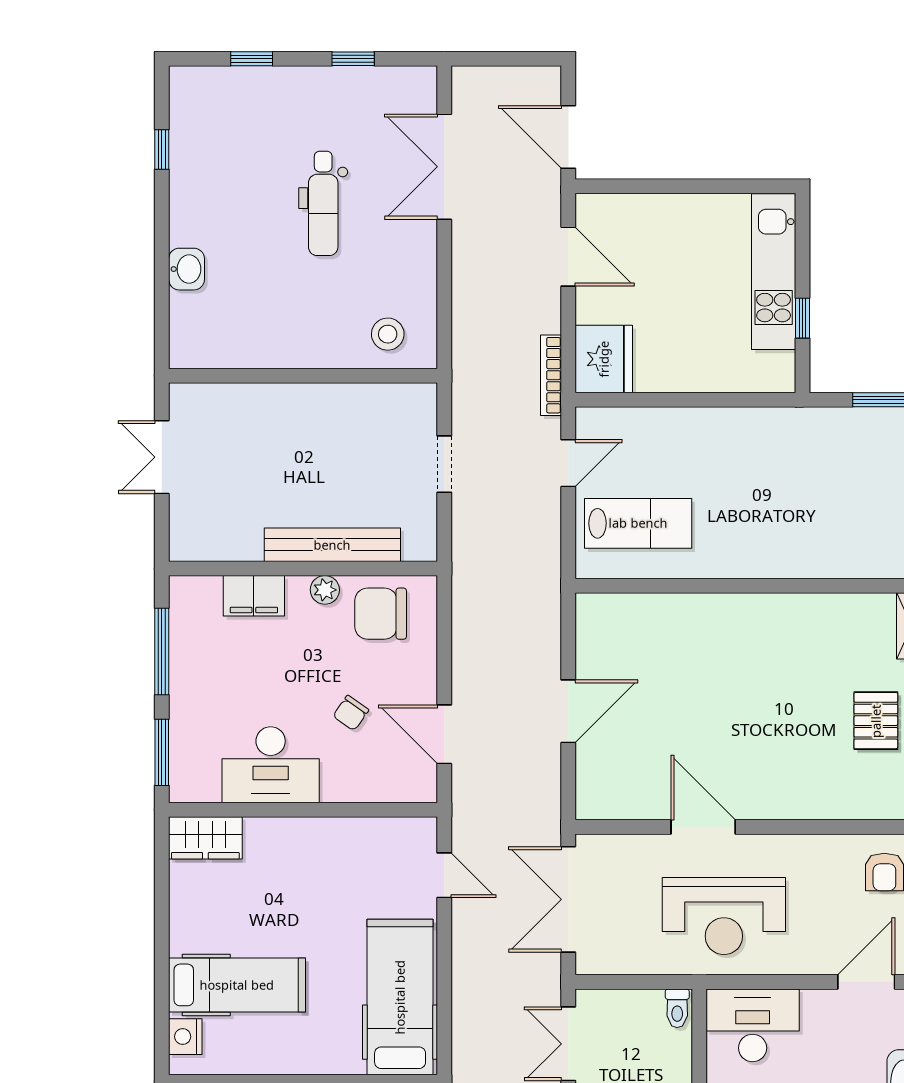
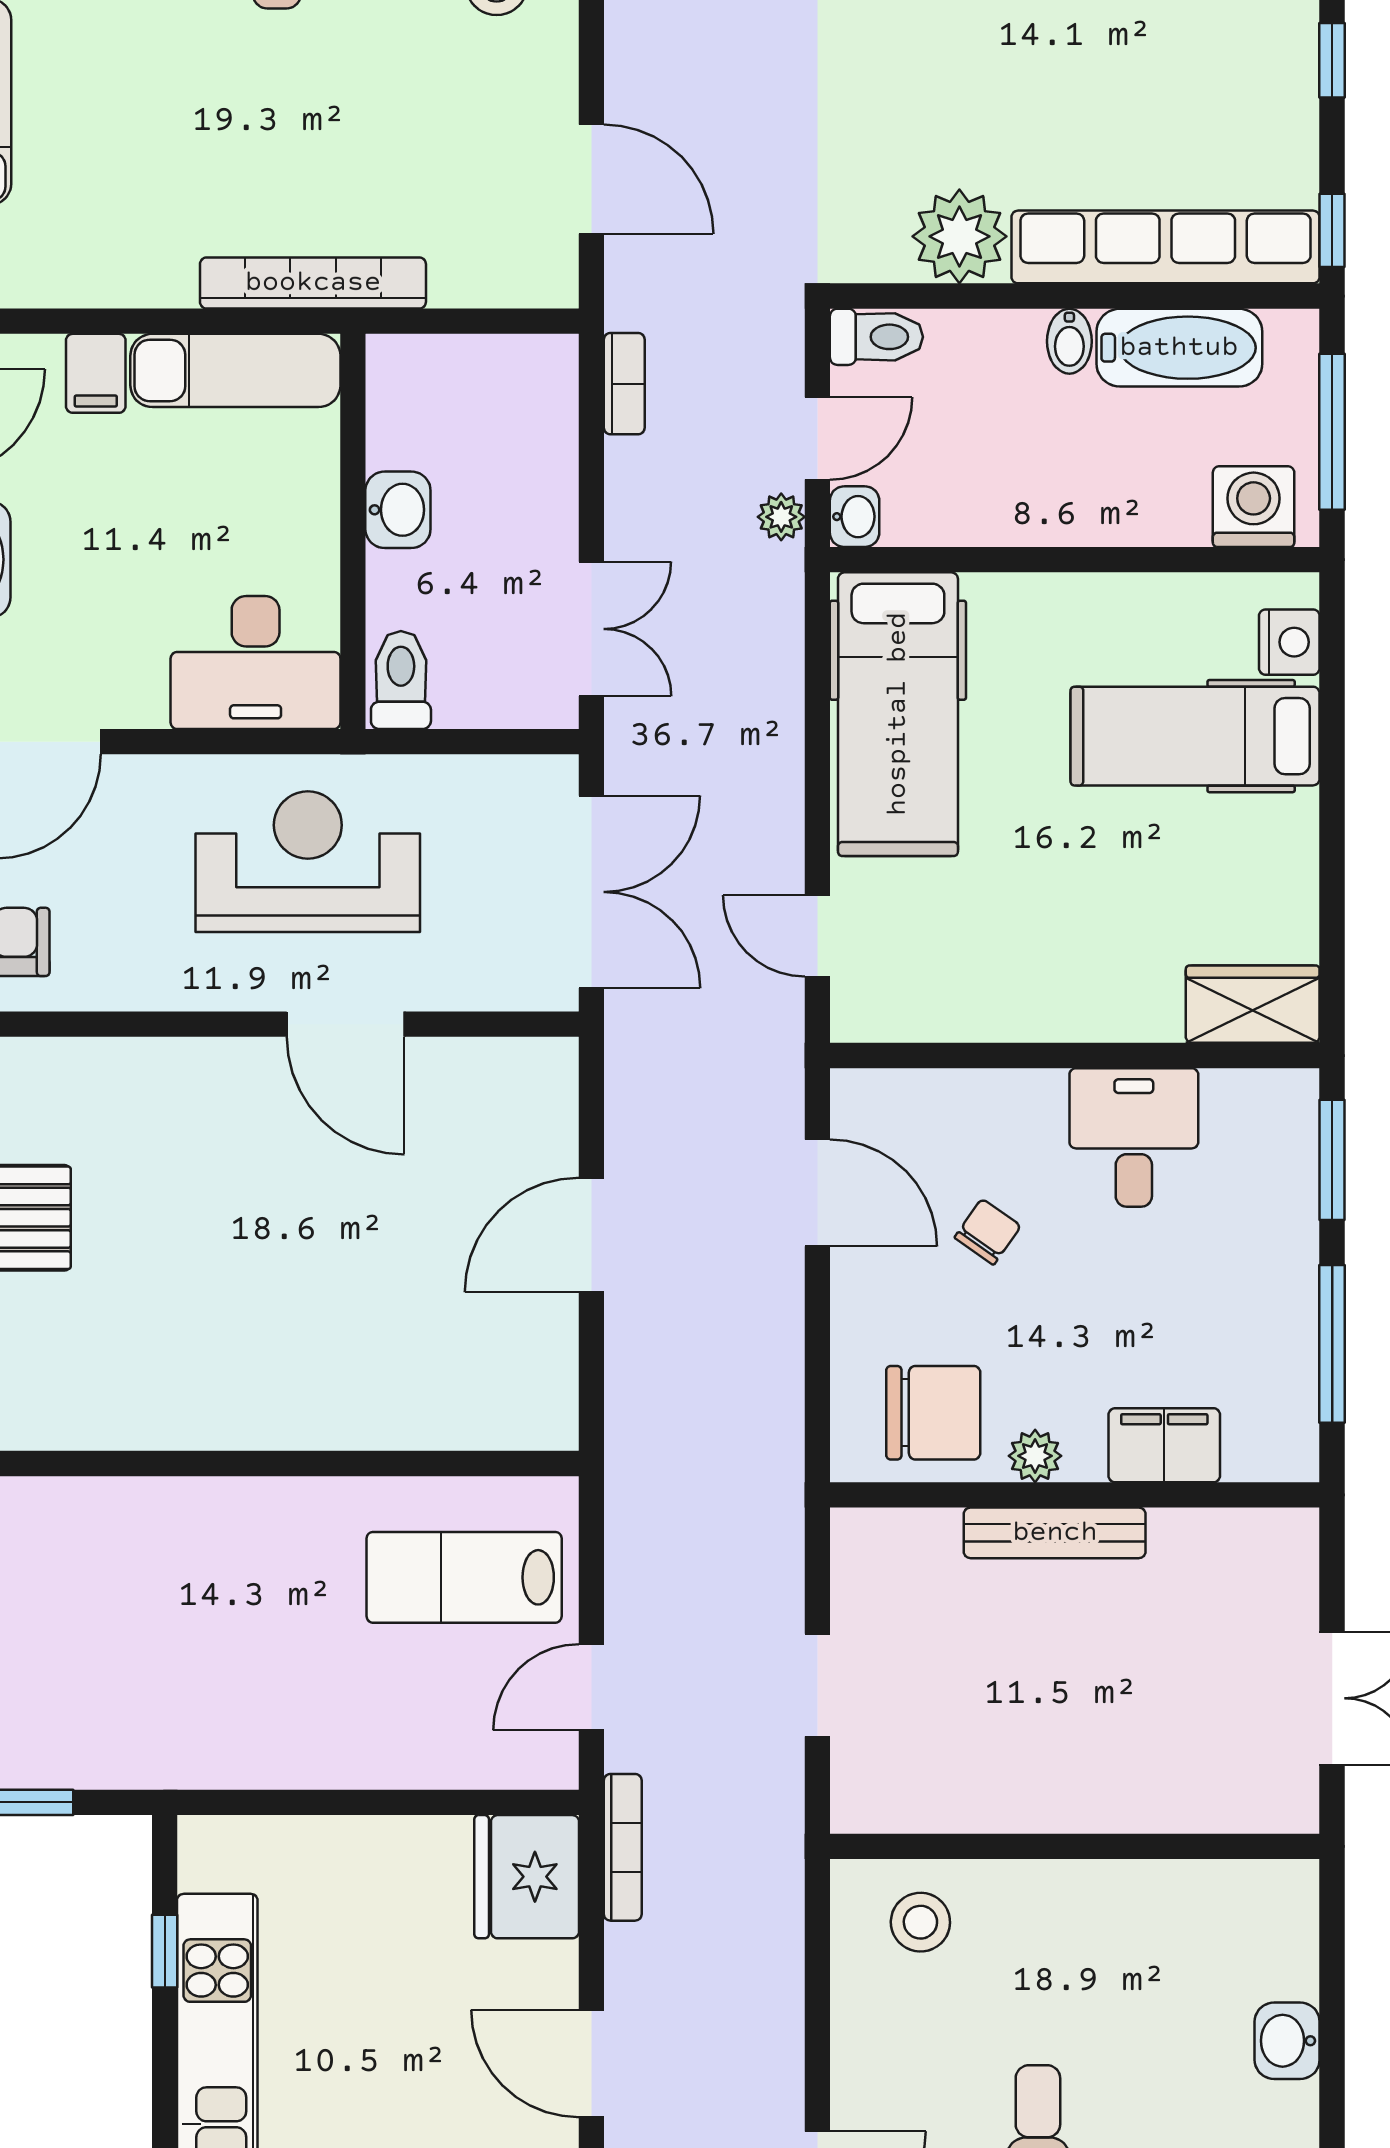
bench: (332, 545) -> (1055, 1533), width x0.73, depth x0.82
desk: (271, 765) -> (1134, 1137), width x0.73
toilet: (677, 1008) -> (401, 680), width x1.37, depth x1.39

